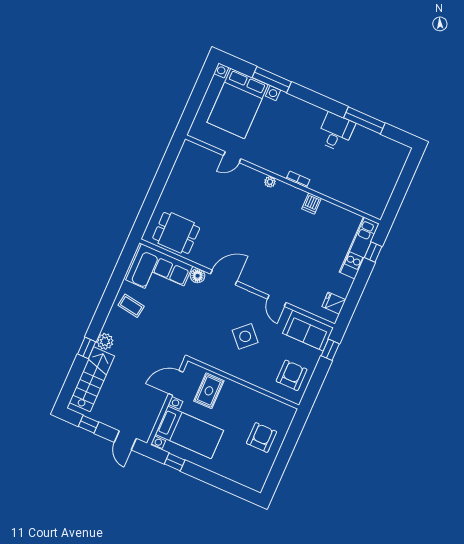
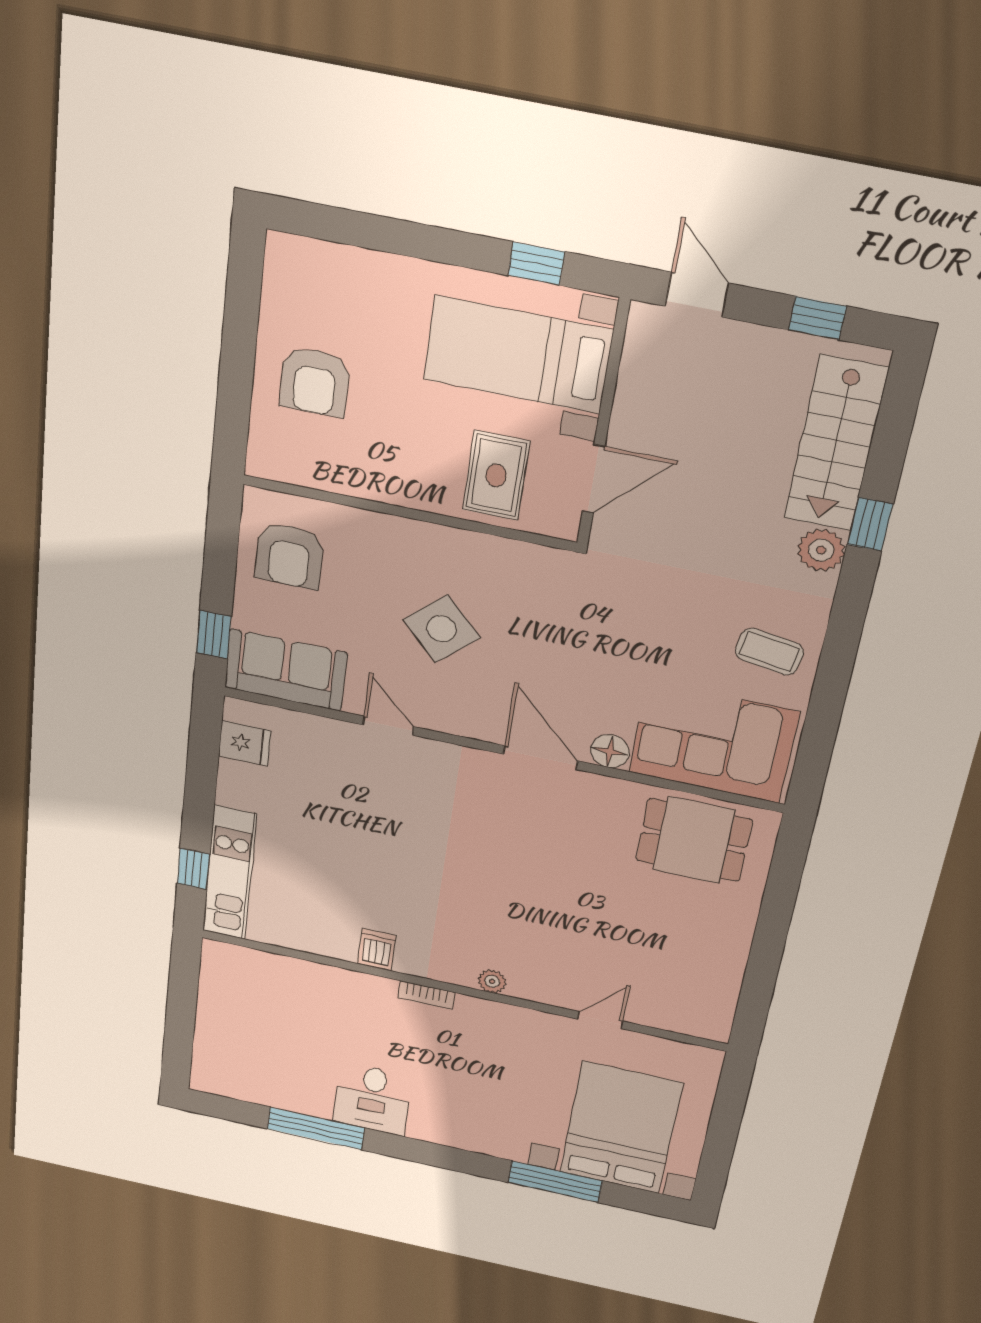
door: (224, 278) -> (540, 758), swing flipped

